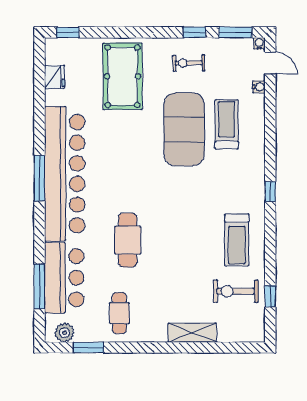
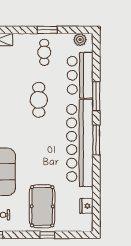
window: (68, 32) -> (47, 235), moved
window: (39, 286) -> (96, 96), moved
window: (88, 348) -> (47, 30), moved

